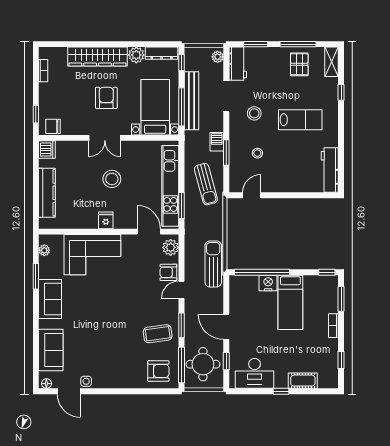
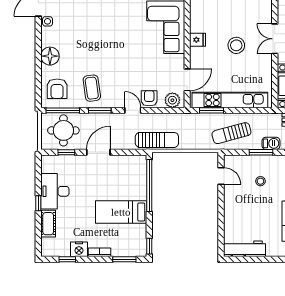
nightstand: (268, 283) -> (79, 249), moved, turned 90
desk: (255, 373) -> (55, 191), moved
floor lamp: (123, 379) -> (50, 56), added

